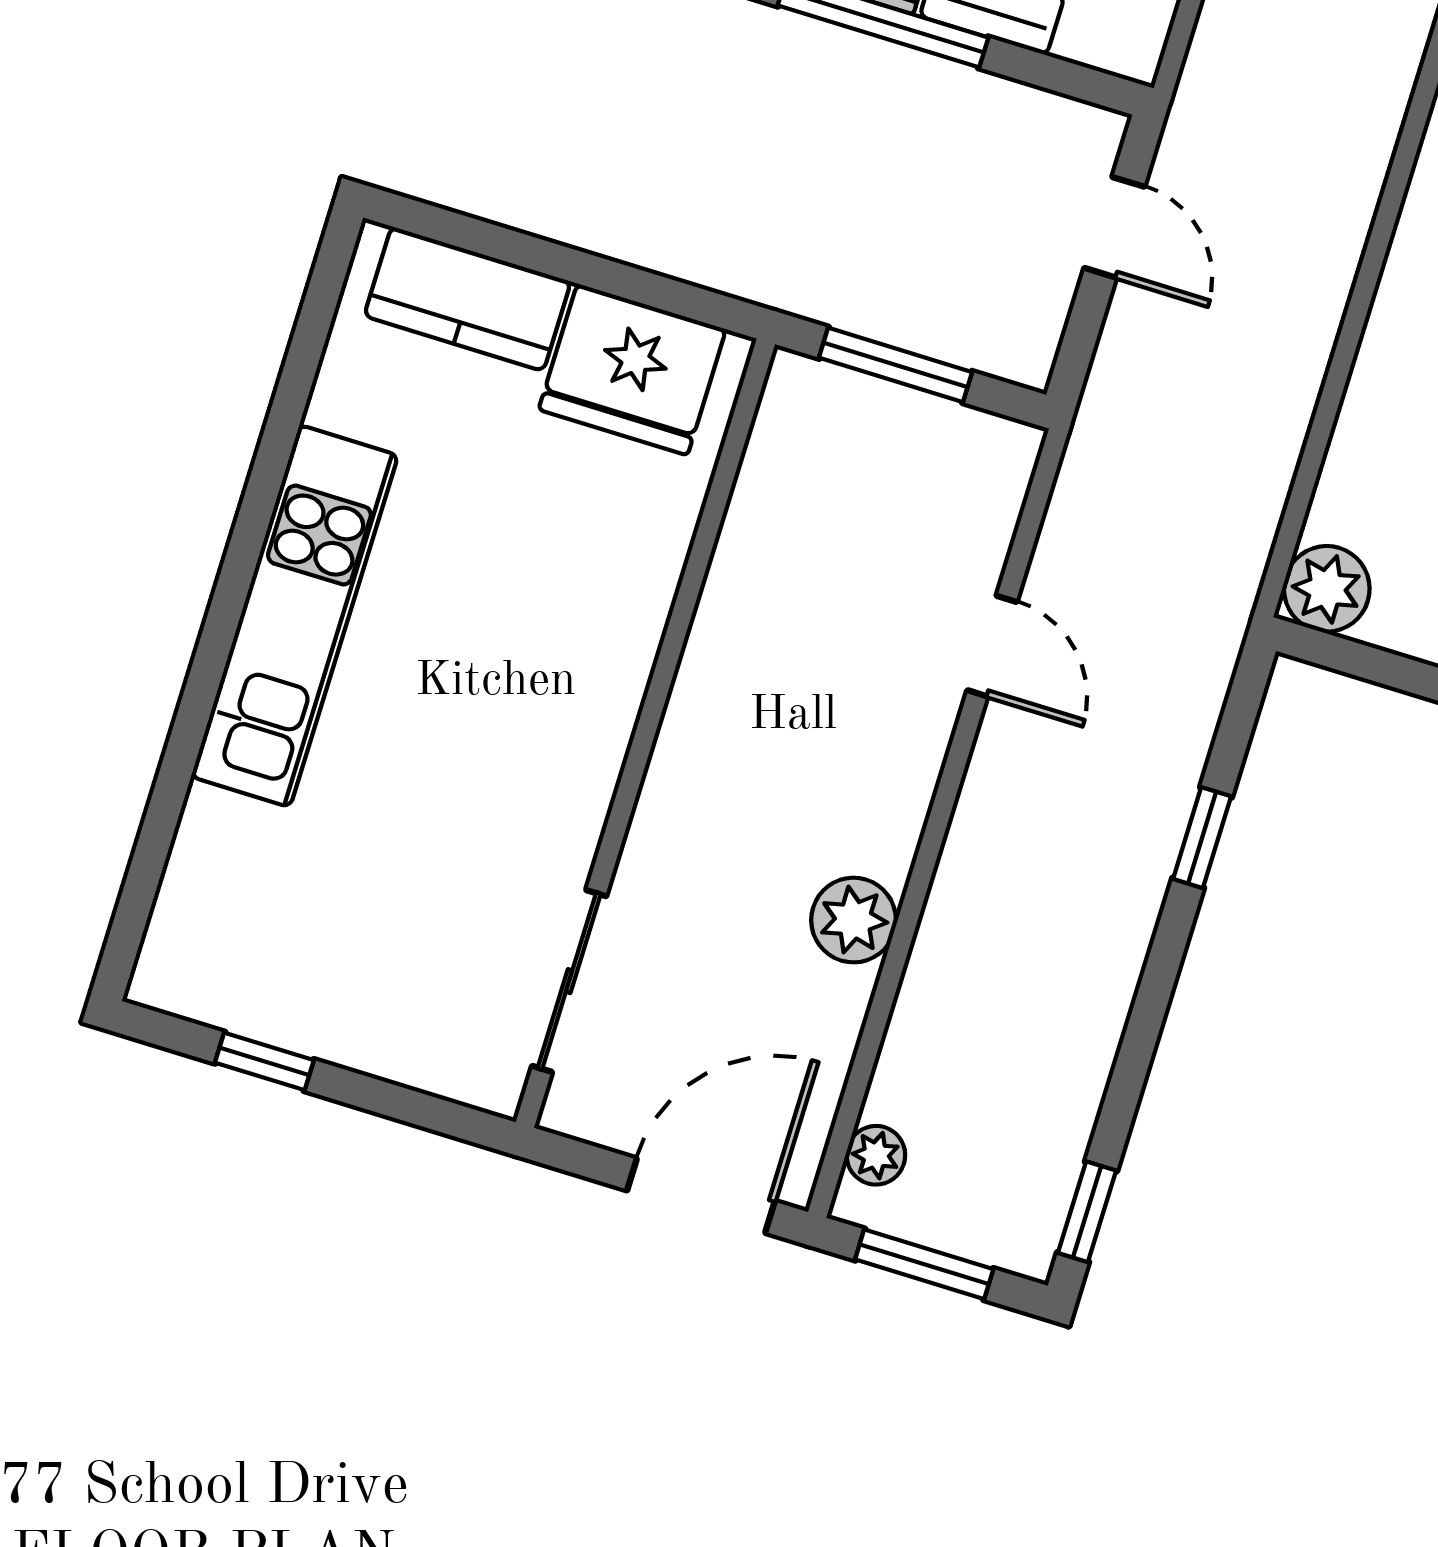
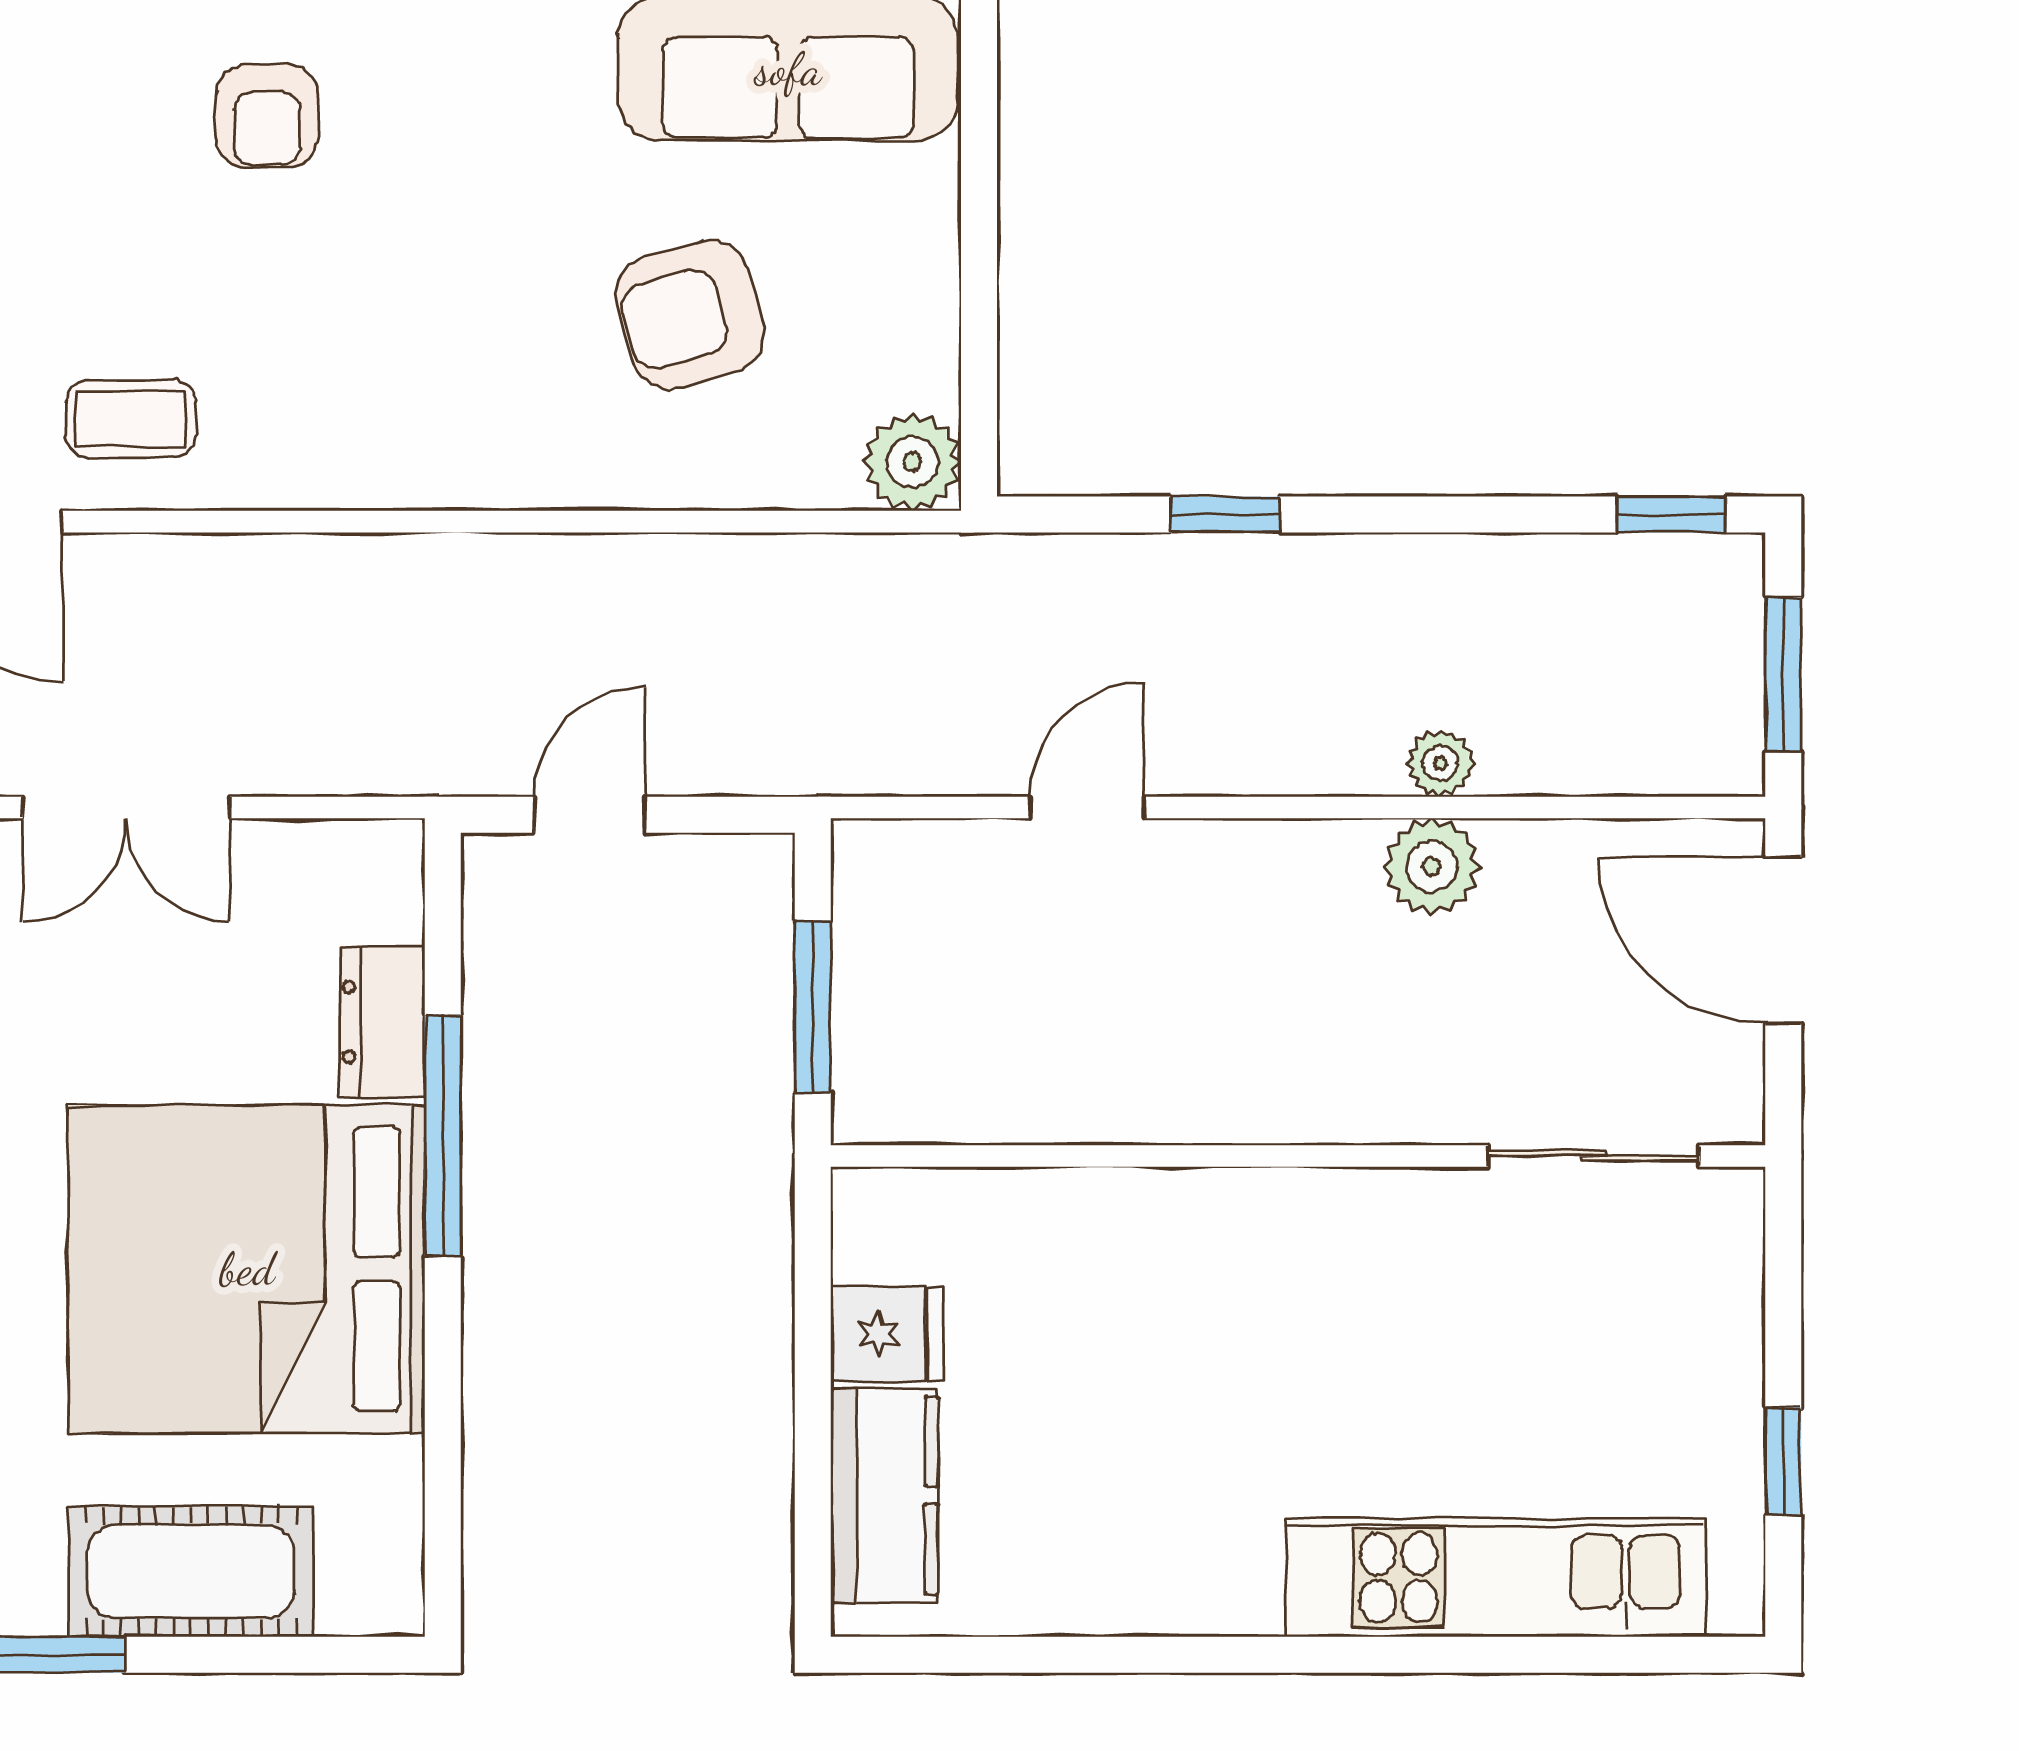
fridge: (632, 369) -> (887, 1334), width x0.53, depth x0.75
kitchen unit: (295, 616) -> (1495, 1578), moved
plant: (876, 1155) -> (1440, 763), moved

